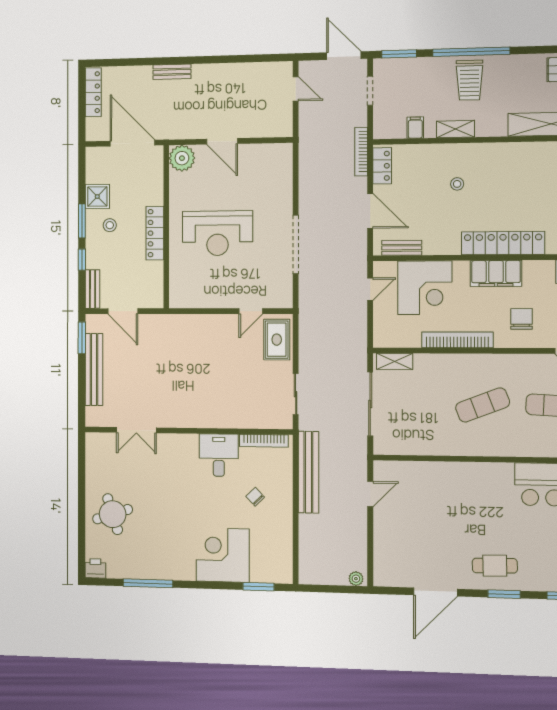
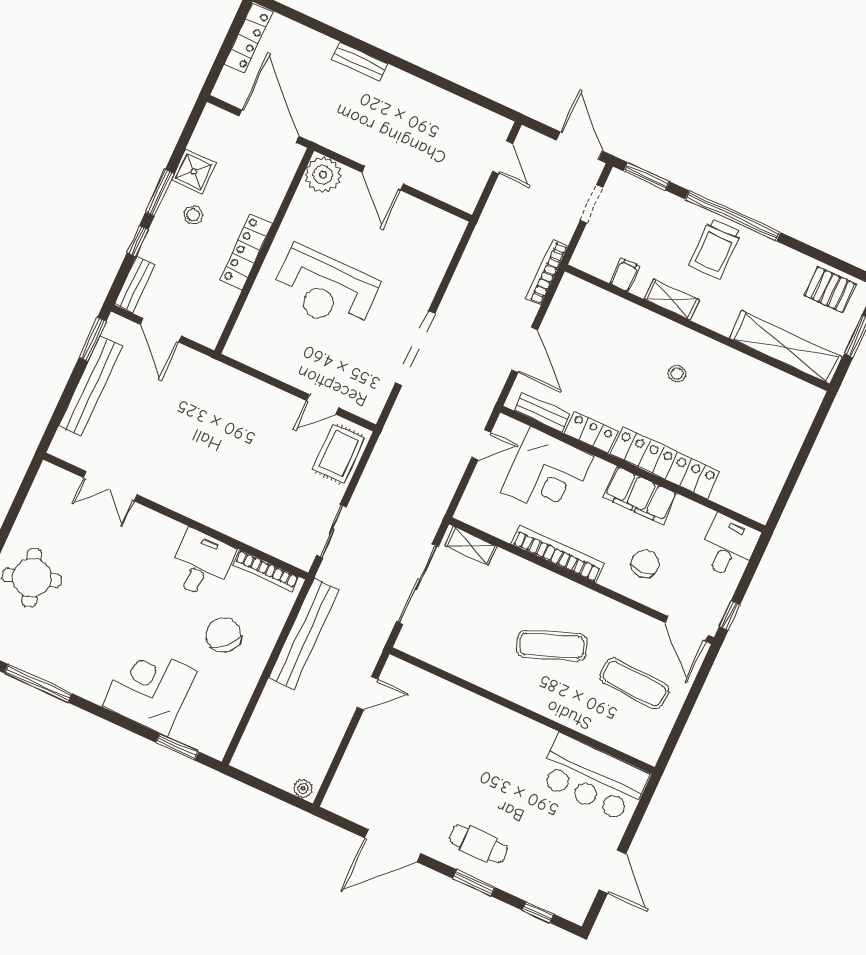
locker: (382, 166) -> (591, 432), moved, turned -90
stool: (457, 184) -> (677, 374), moved
chair: (255, 497) -> (224, 635), width x1.87, depth x1.87

